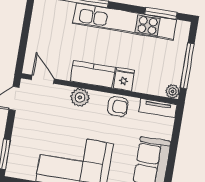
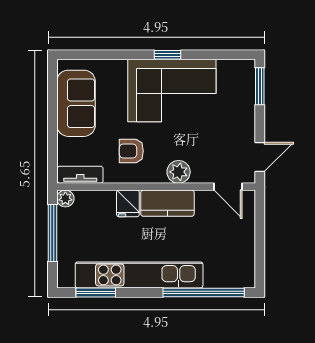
armchair: (118, 106) -> (131, 151), moved

